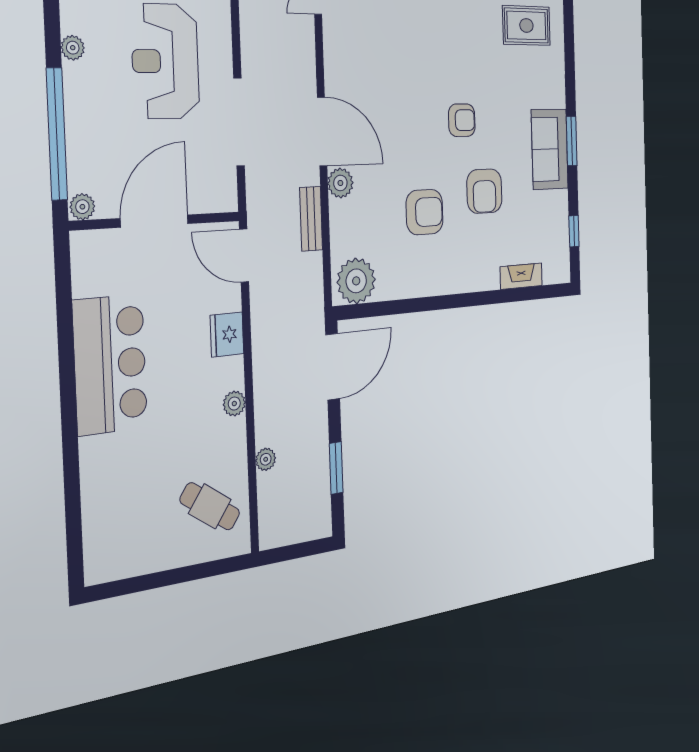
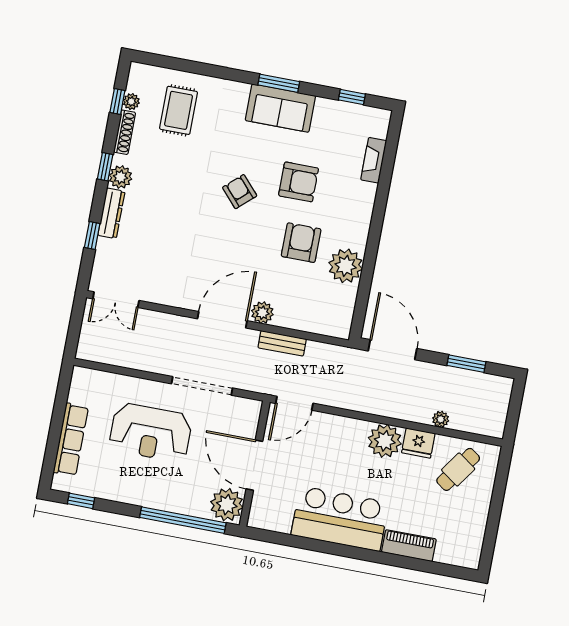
plant: (73, 48) -> (130, 496), removed
armchair: (462, 120) -> (240, 192), turned -42
plant: (82, 207) -> (227, 505), width x1.88, depth x1.88
plant: (356, 281) -> (346, 266), moved
fridge: (227, 335) -> (418, 443), moved
plant: (234, 404) -> (385, 441), width x1.88, depth x1.88
piano: (96, 476) -> (409, 546), added

